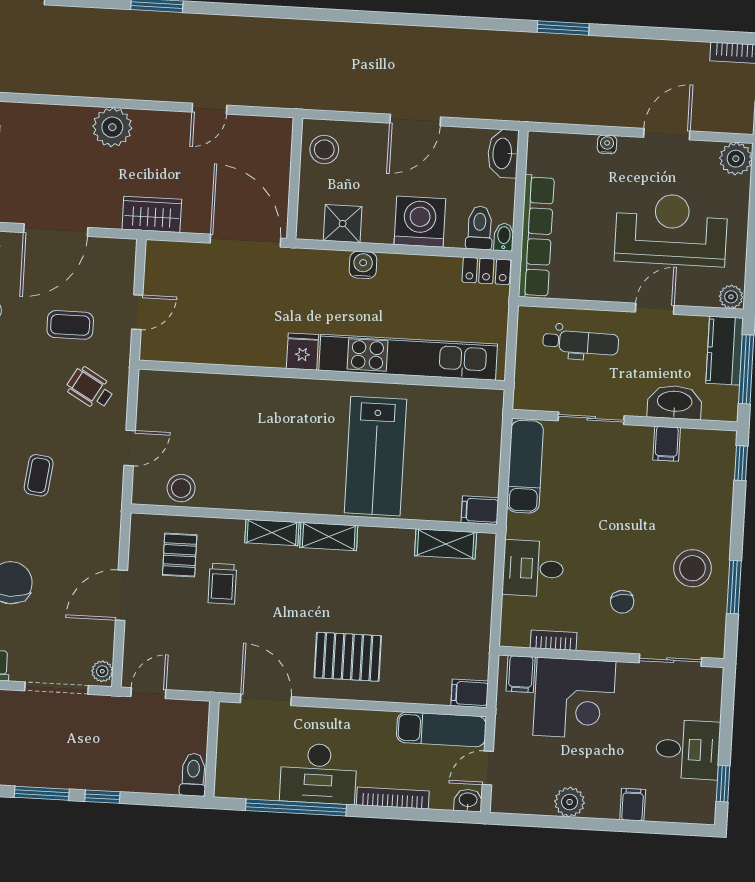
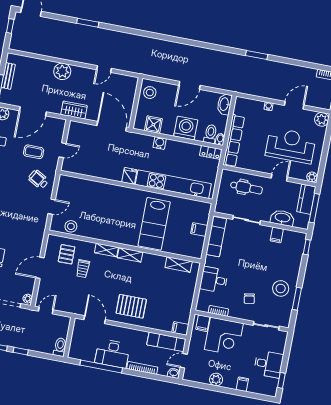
coffee table: (39, 475) -> (12, 213), removed
filing cabinet: (480, 510) -> (199, 229), moved

